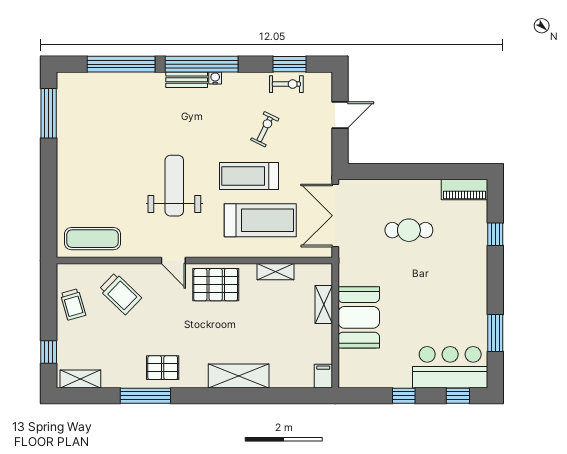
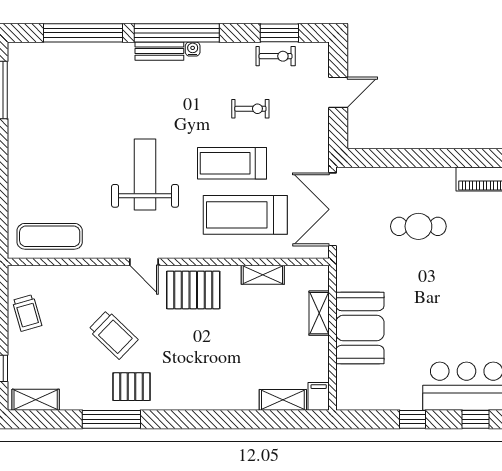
exercise bike: (265, 129) -> (250, 109), turned 64
treadmill: (260, 220) -> (245, 215), turned 180
trolley: (120, 294) -> (113, 335), moved
shelving: (239, 376) -> (283, 400), moved, width x0.67, depth x0.75

